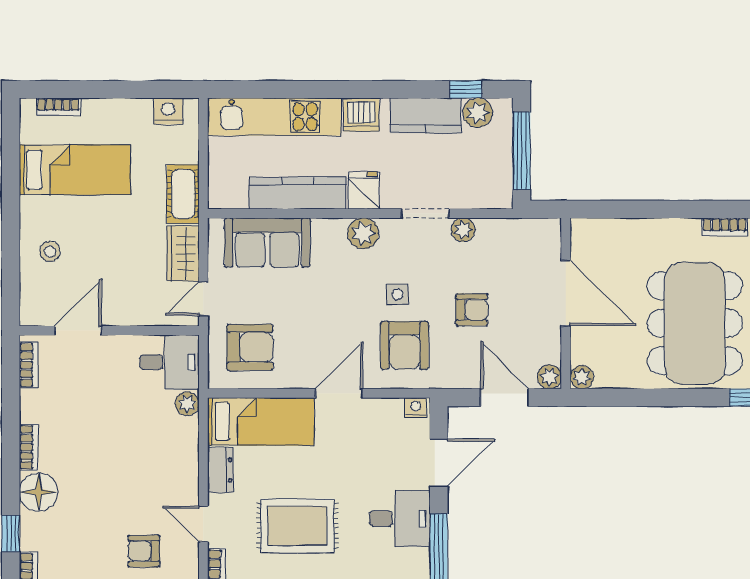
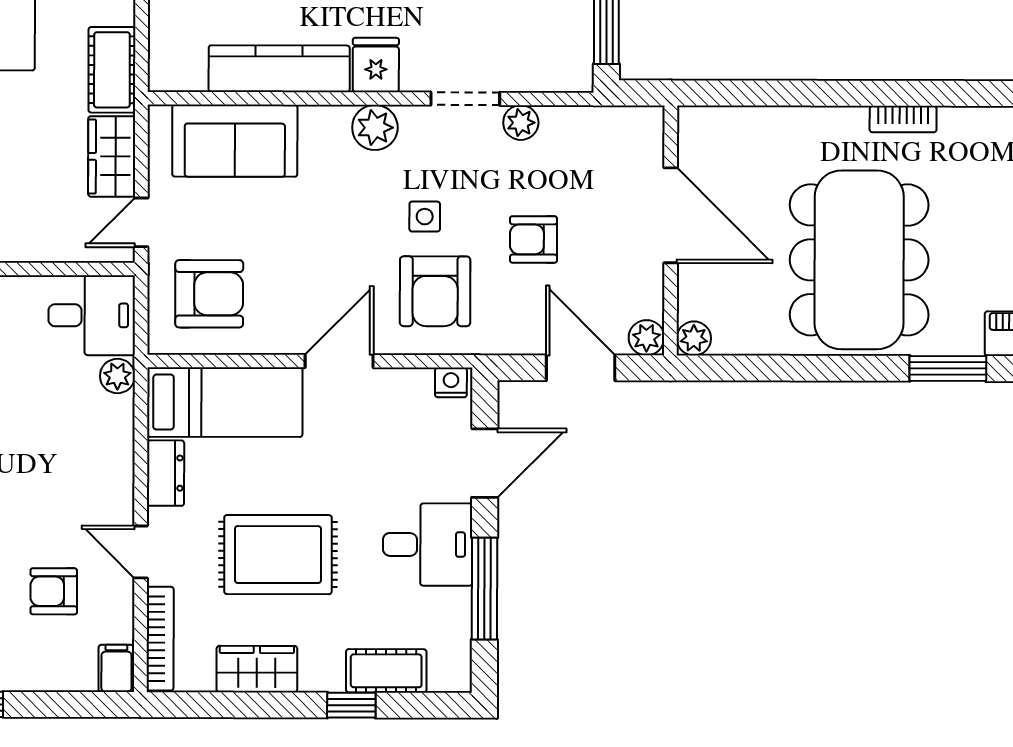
armchair: (472, 310) -> (533, 239), turned 180

